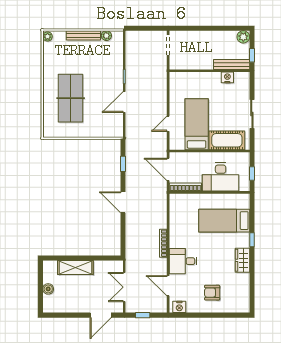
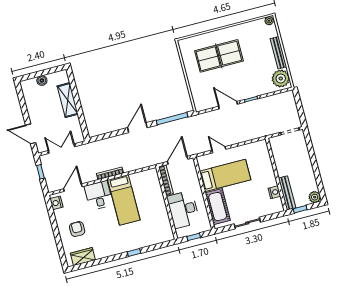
plant: (106, 36) -> (281, 79), width x1.87, depth x1.87
window: (123, 164) -> (172, 119), width x2.17
bed: (224, 221) -> (124, 200), moved, turned 180
wardrobe: (242, 260) -> (83, 257), moved

